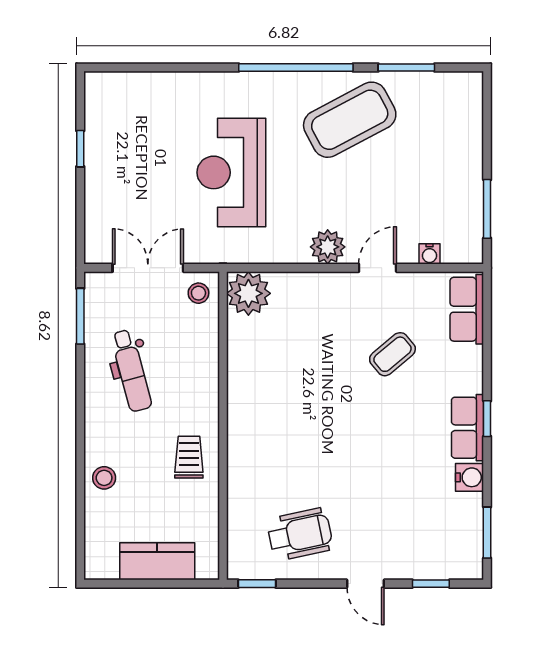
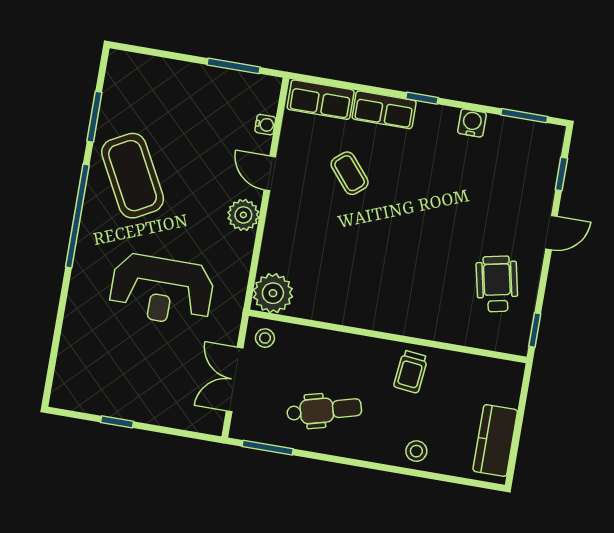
row of seats: (467, 428) -> (384, 110), moved
trolley: (189, 457) -> (411, 372), turned -84
kitchen counter: (157, 561) -> (495, 440), moved

